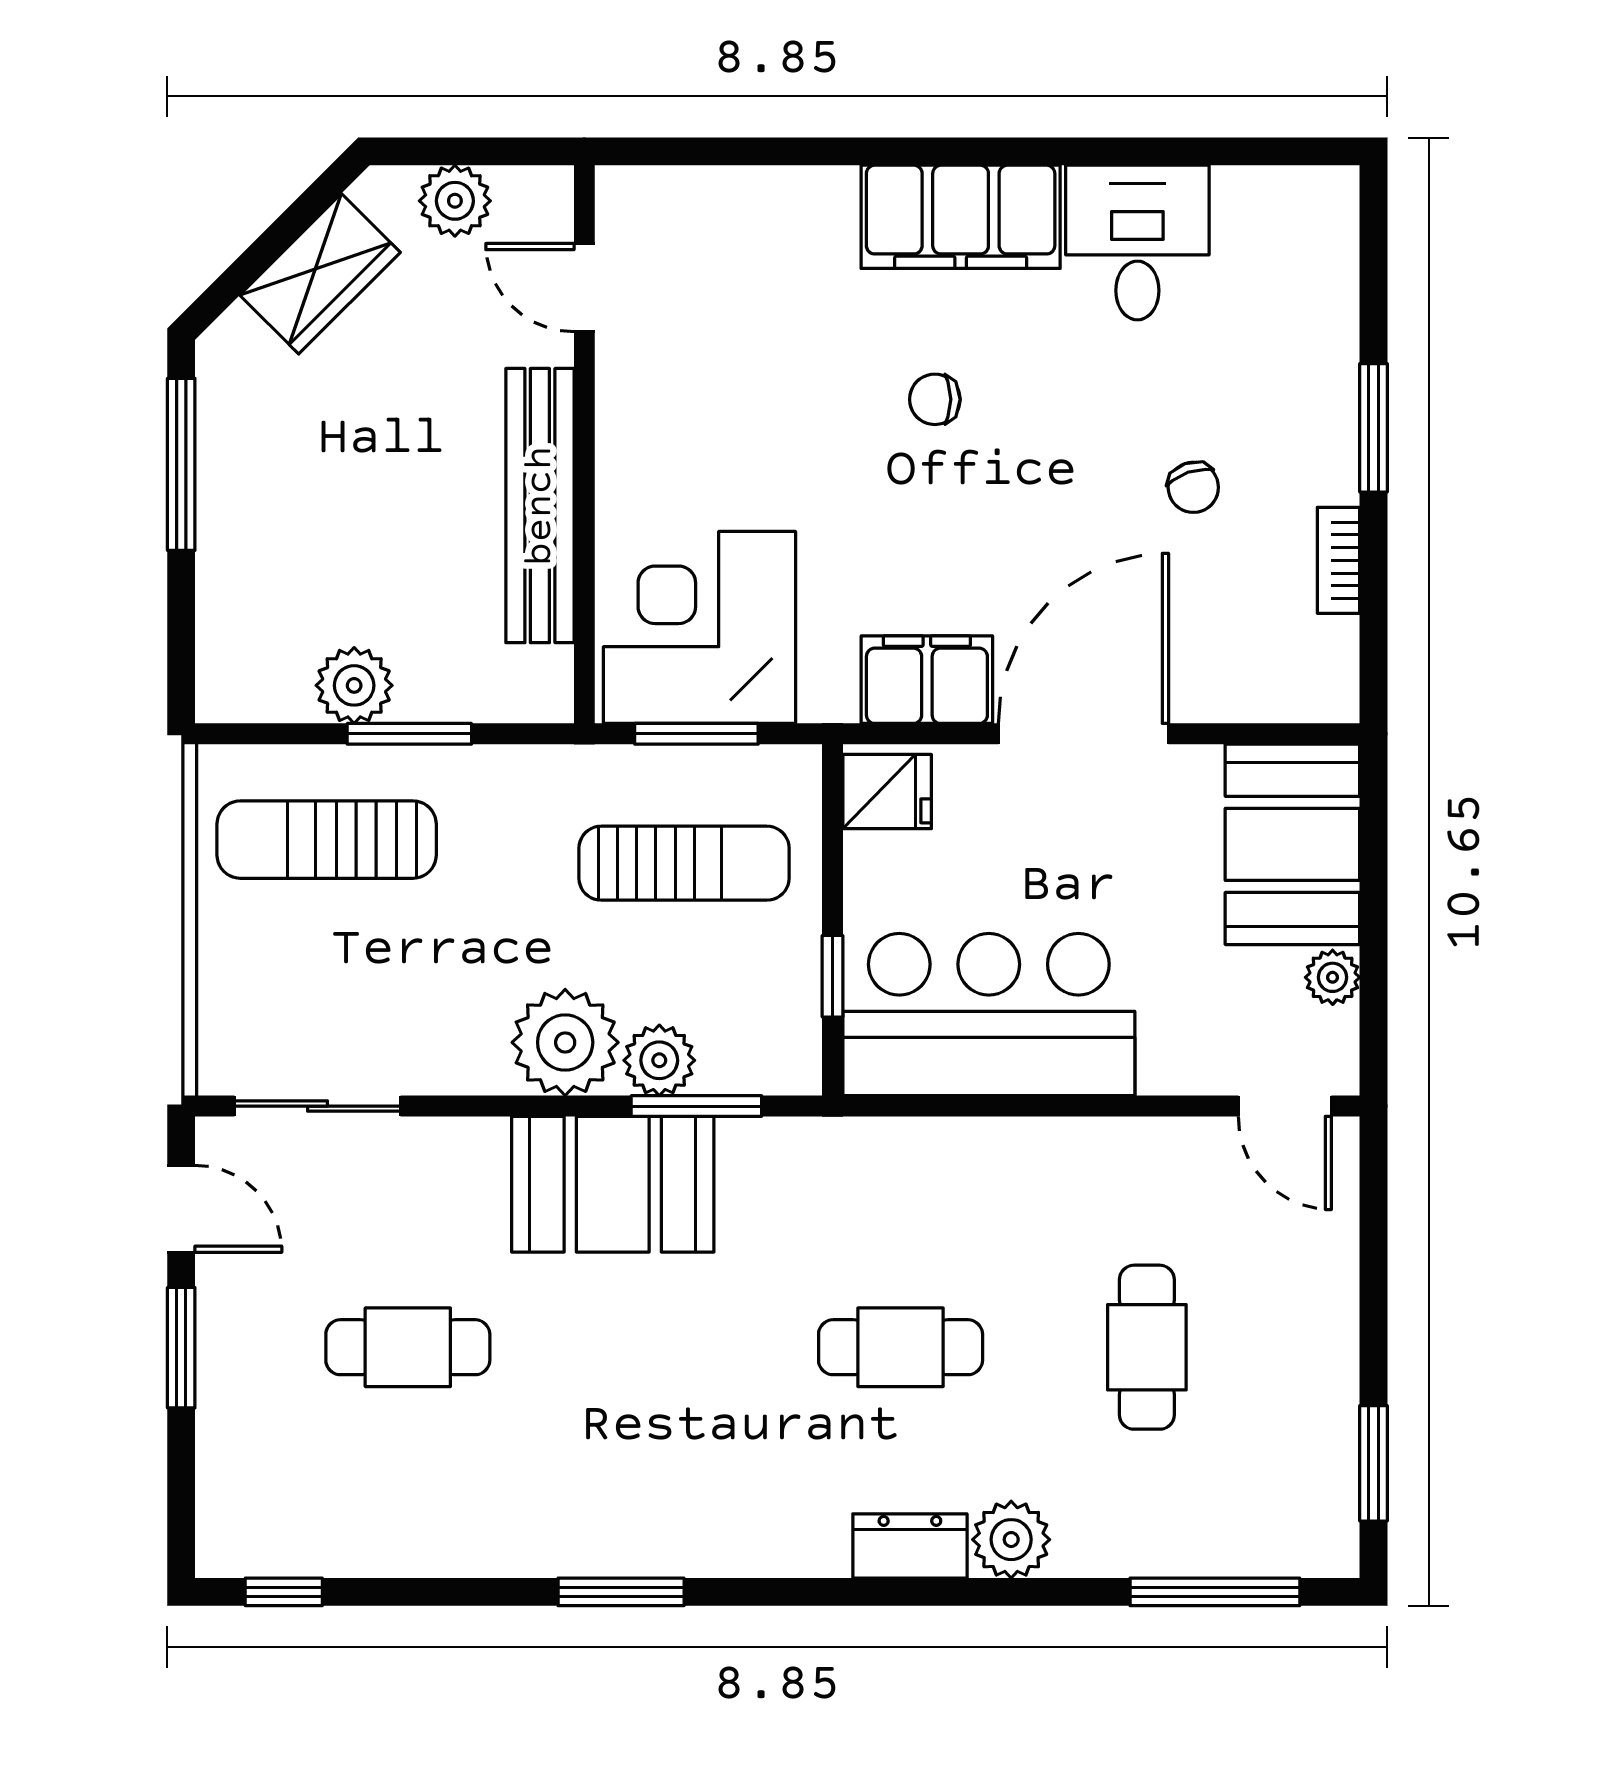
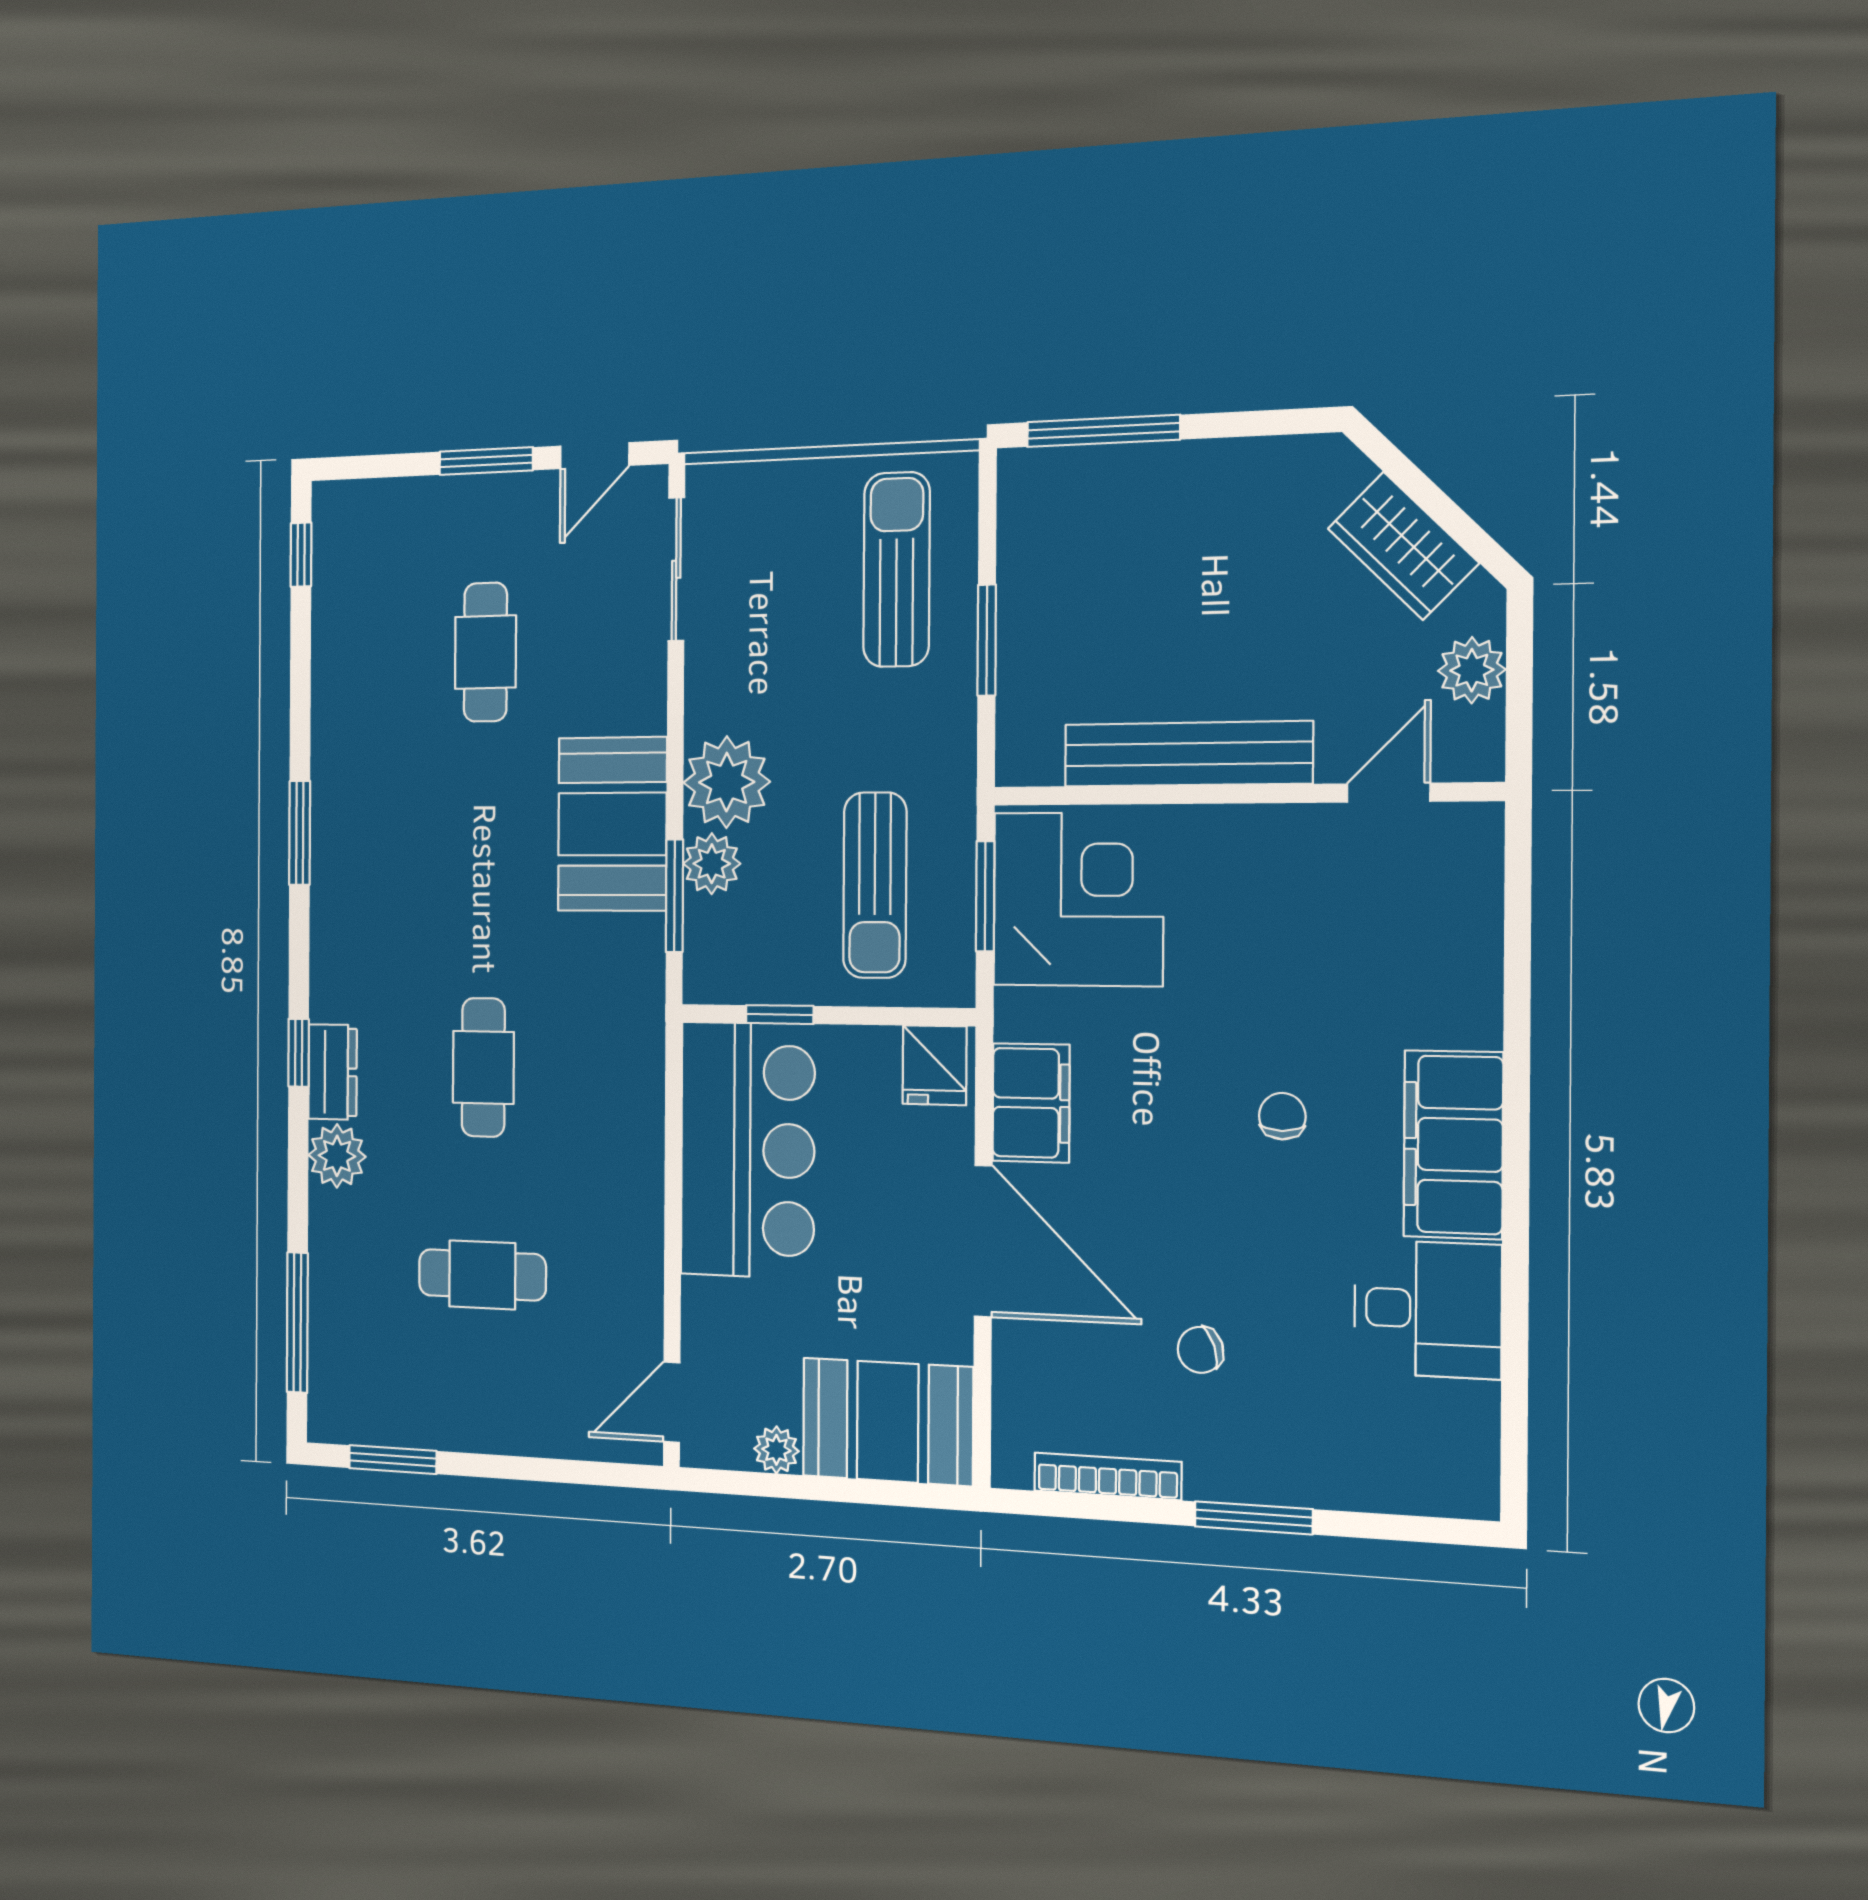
window: (181, 464) -> (1103, 431), moved
bookcase: (1339, 560) -> (1108, 1476), width x1.56
plant: (354, 685) -> (1029, 590), removed
window: (888, 1592) -> (299, 1053), added

